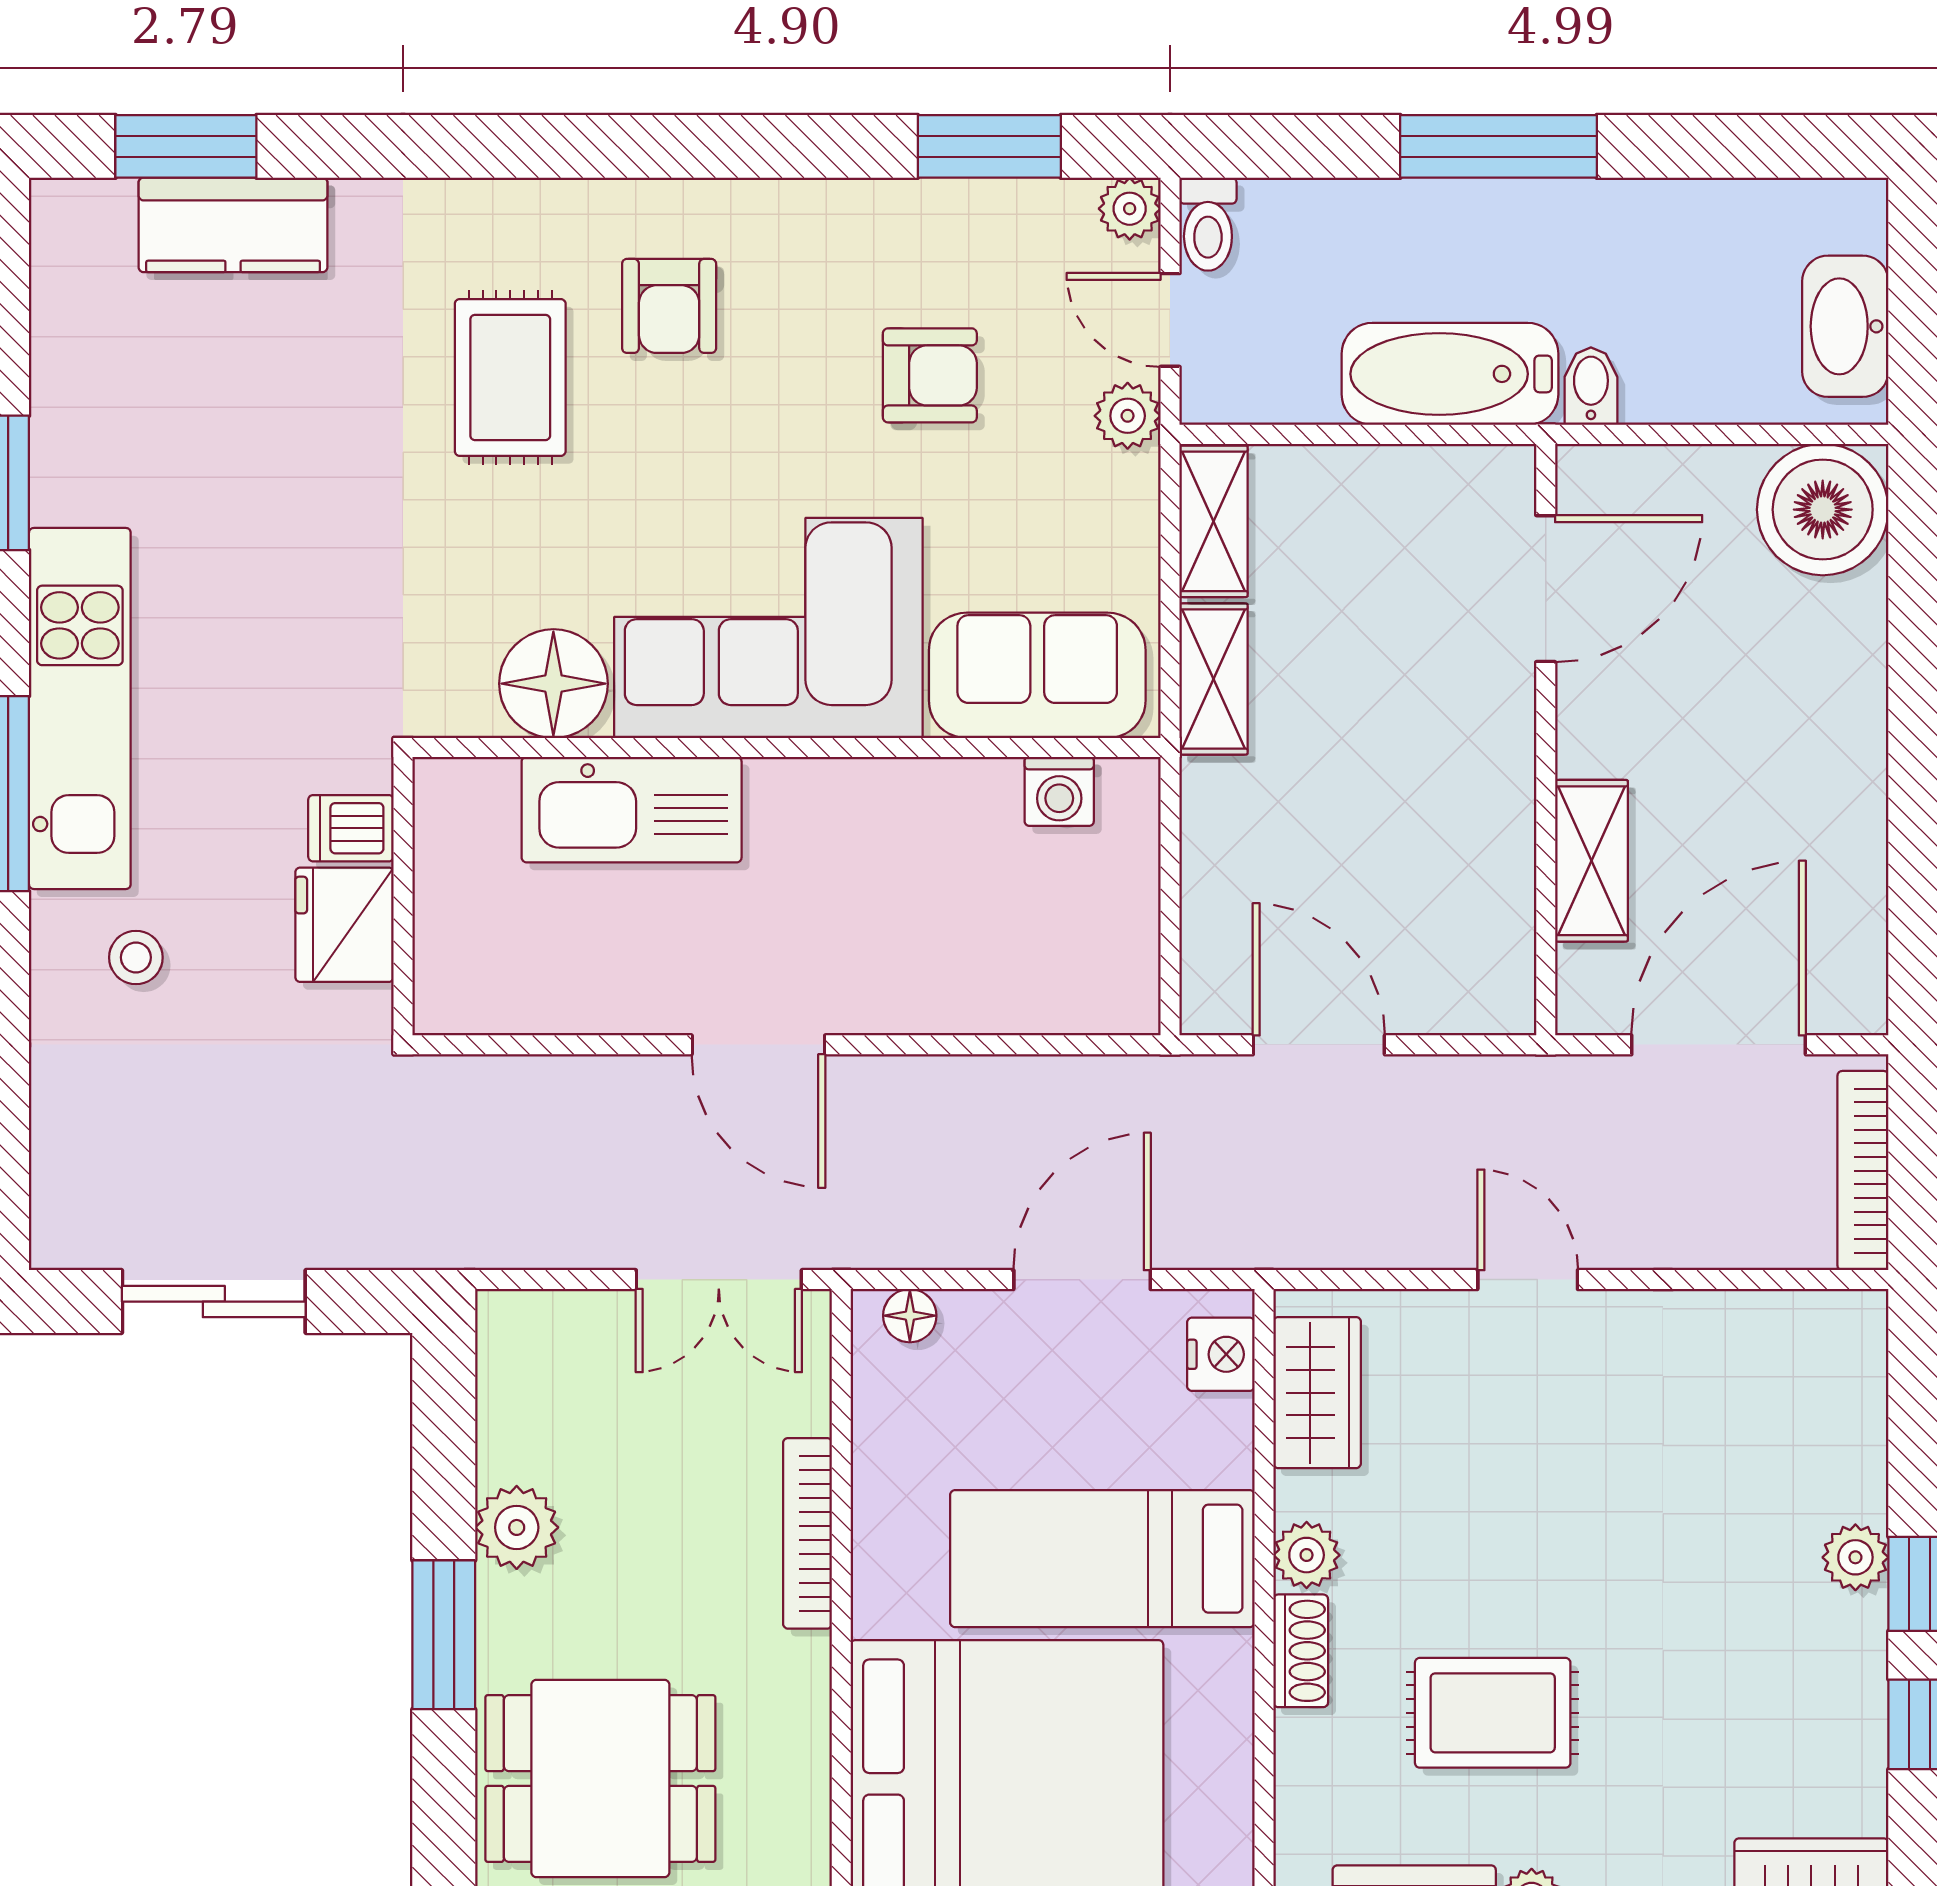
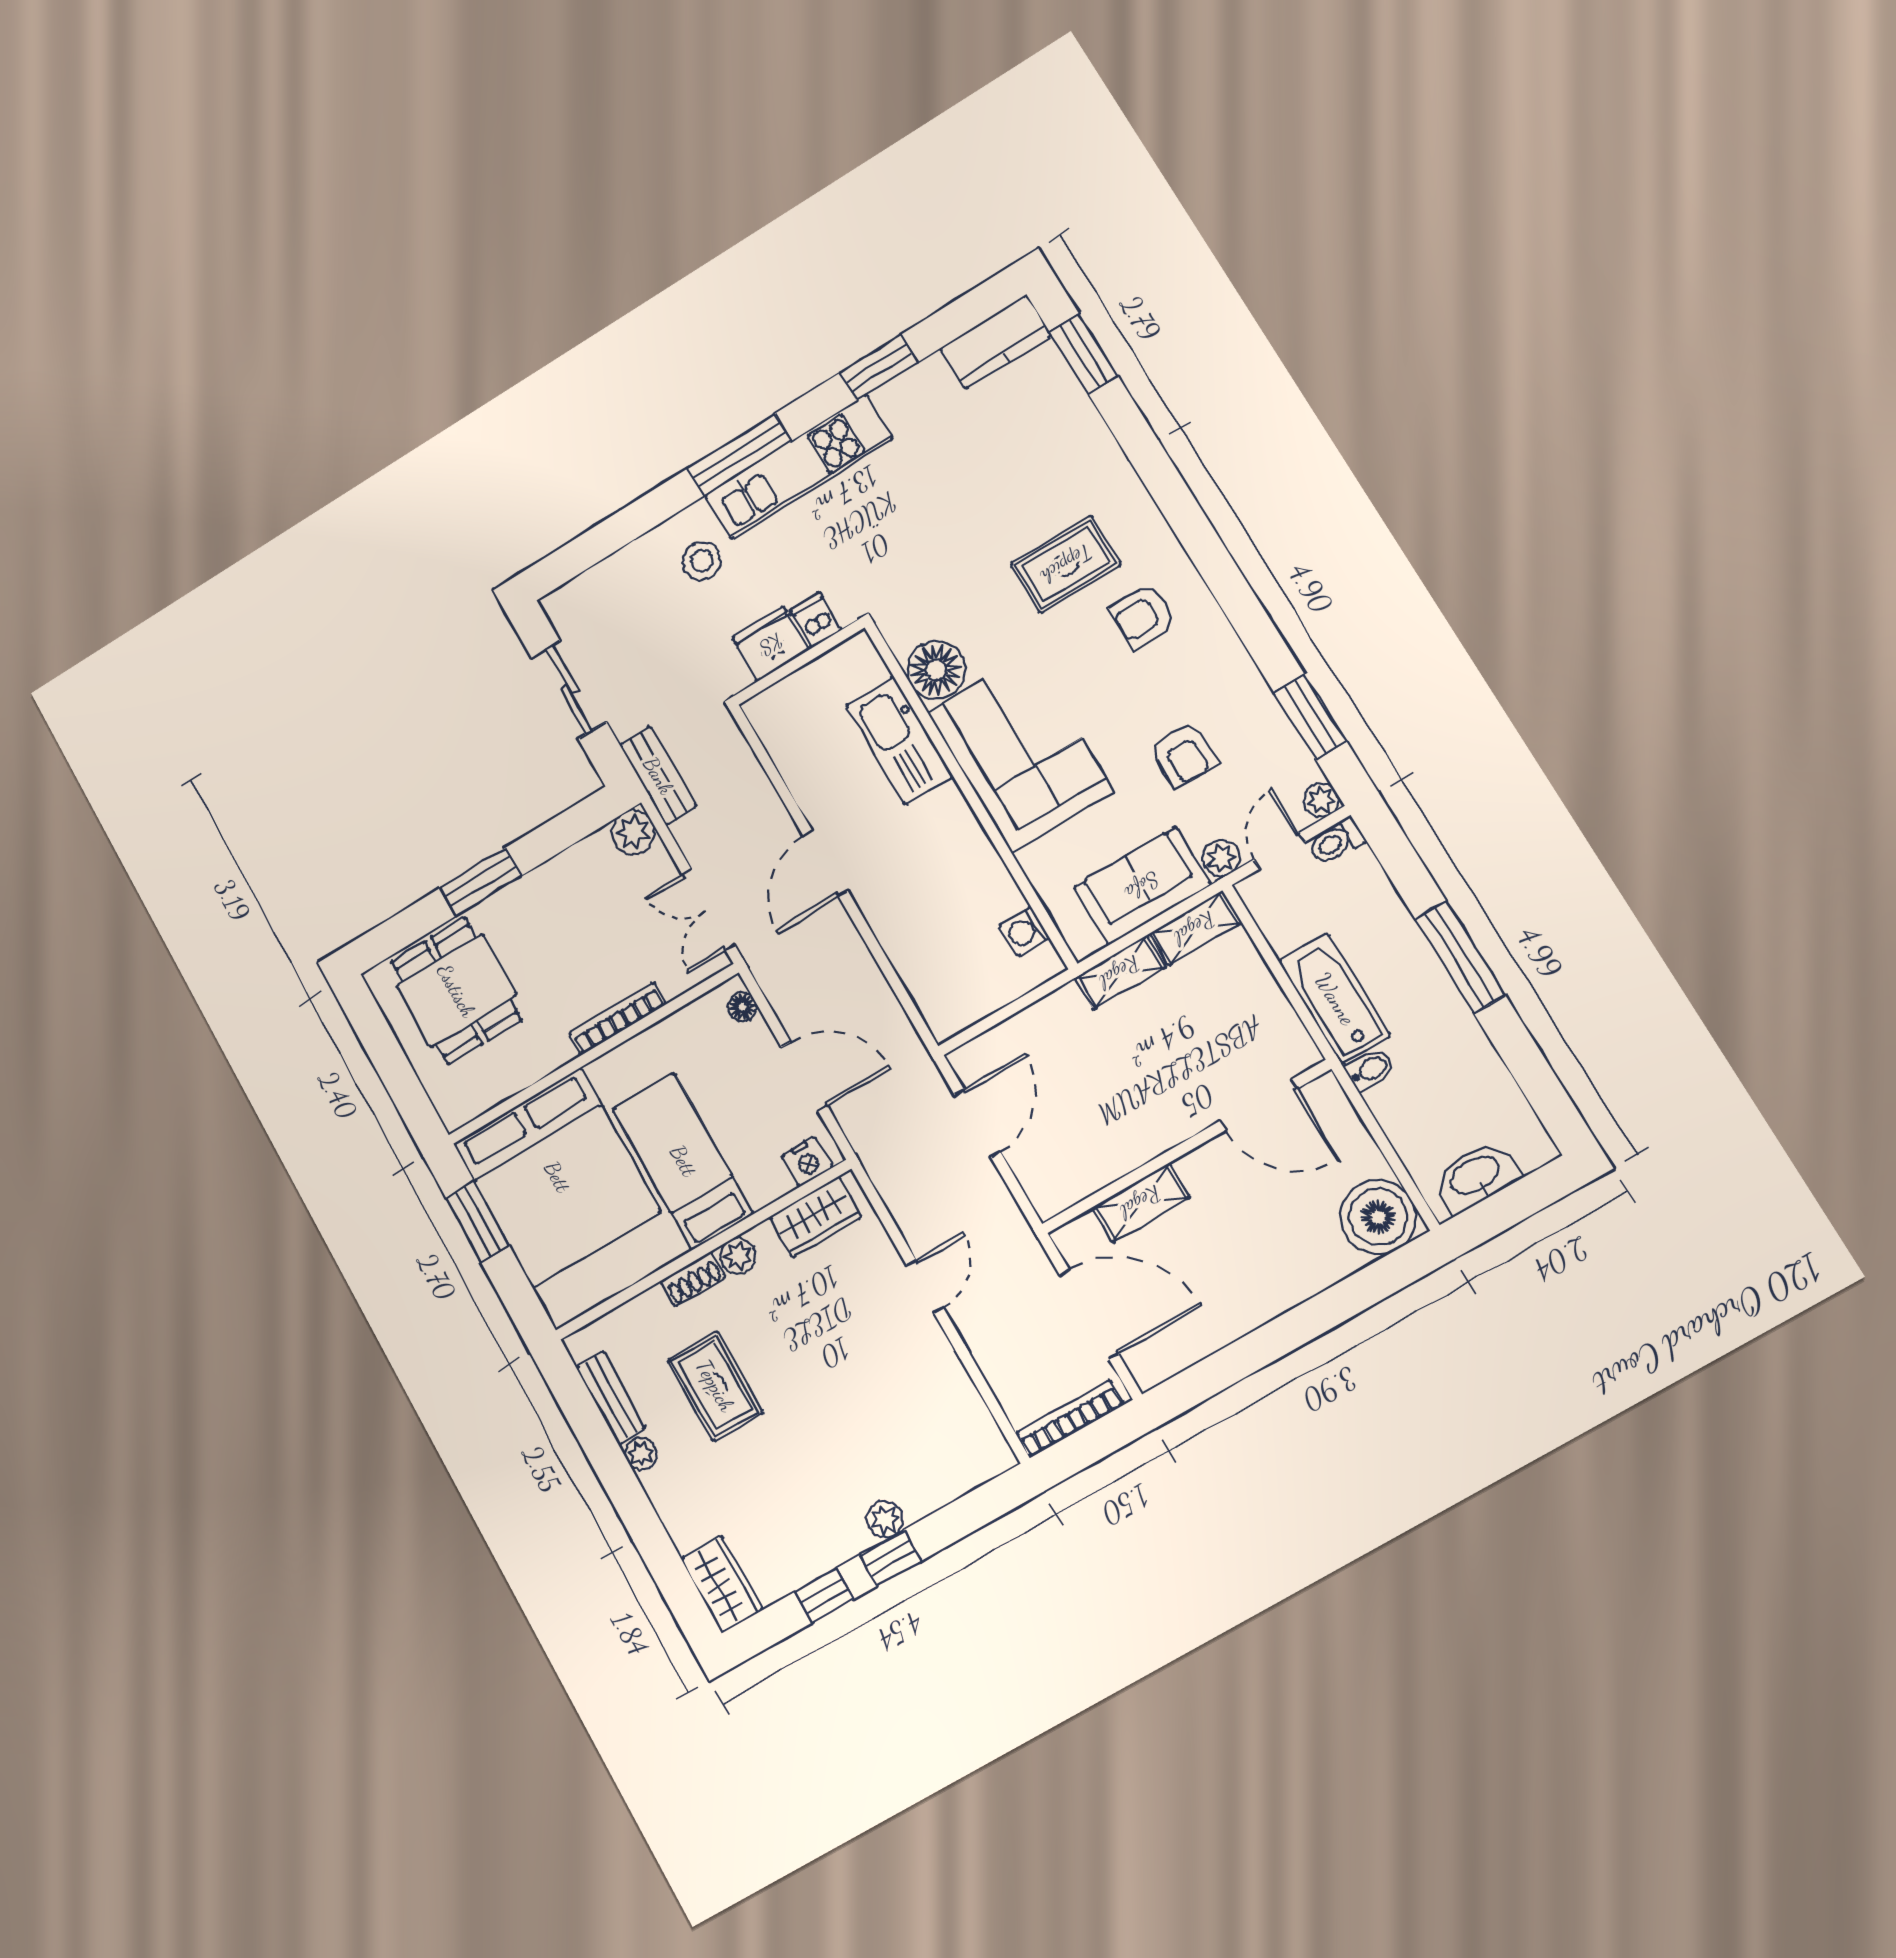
kitchen counter: (233, 225) -> (996, 342), moved, turned -90
sofa: (1037, 675) -> (1142, 886), moved, turned -90
stool: (136, 957) -> (702, 561), width x1.37, depth x1.37
bench: (448, 1236) -> (658, 776), added
plant: (517, 1527) -> (633, 832), moved

